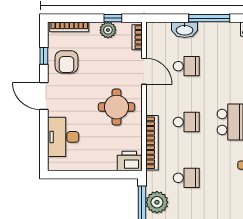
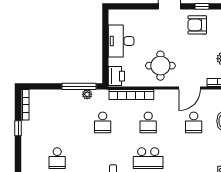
desk: (63, 137) -> (121, 41), moved, turned -90
plant: (157, 202) -> (87, 94), width x0.53, depth x0.53

